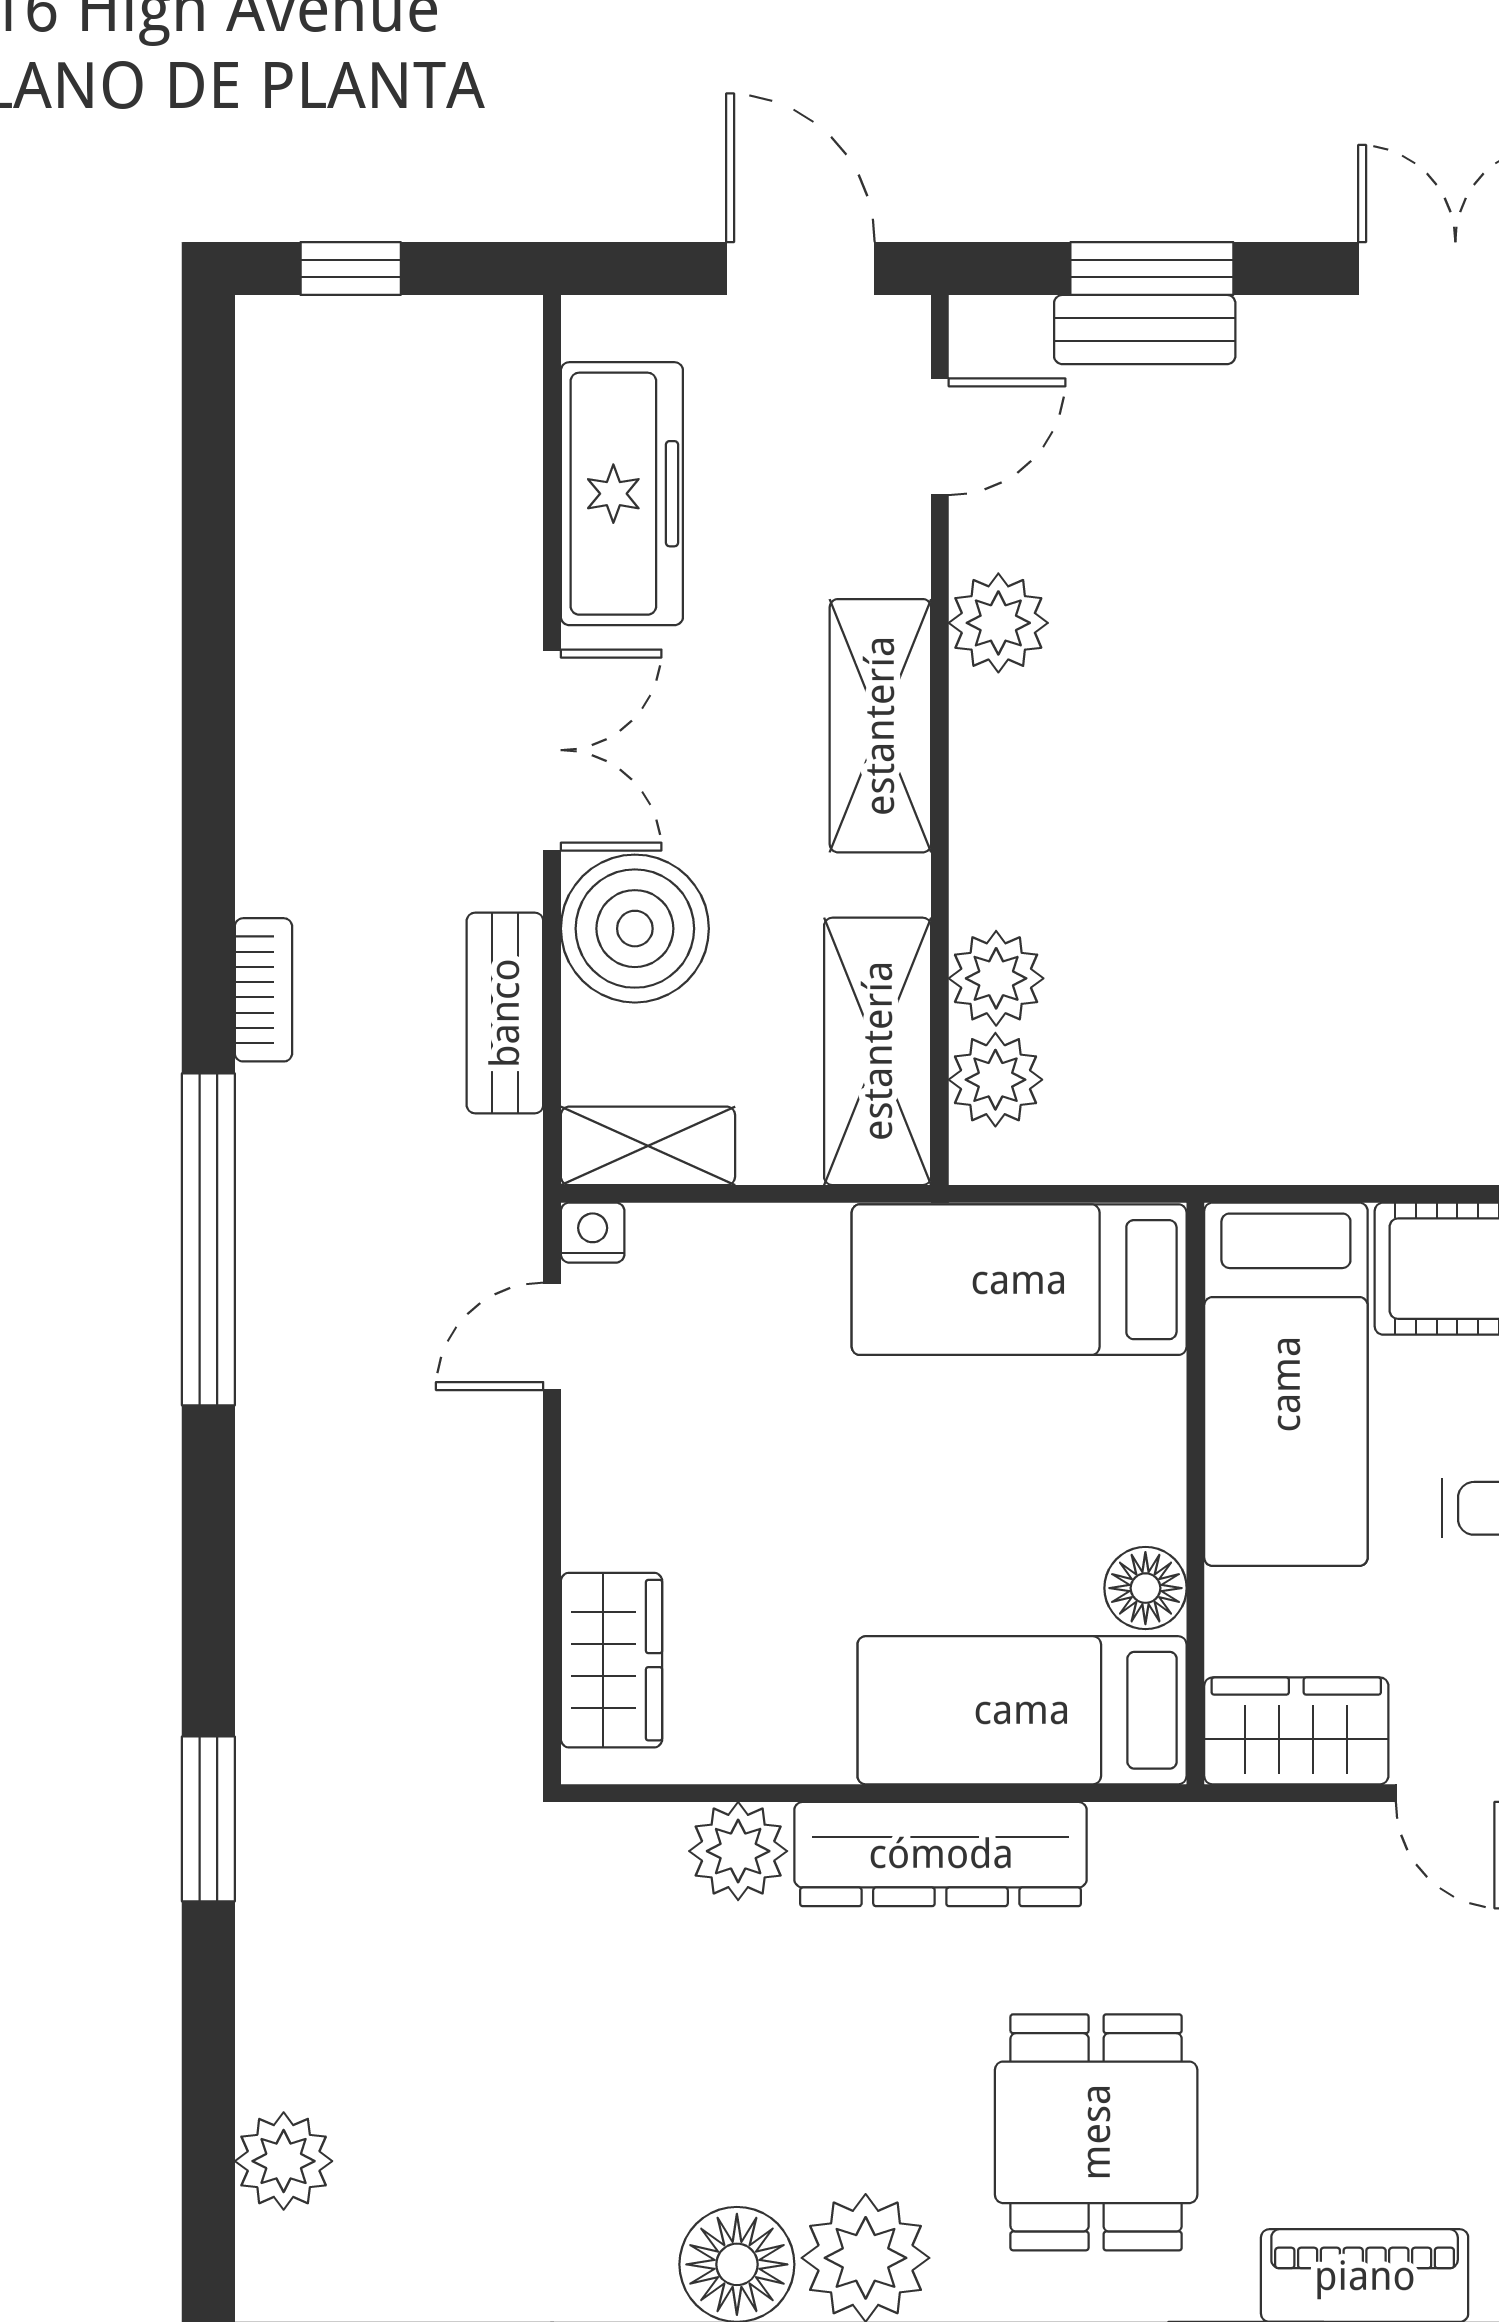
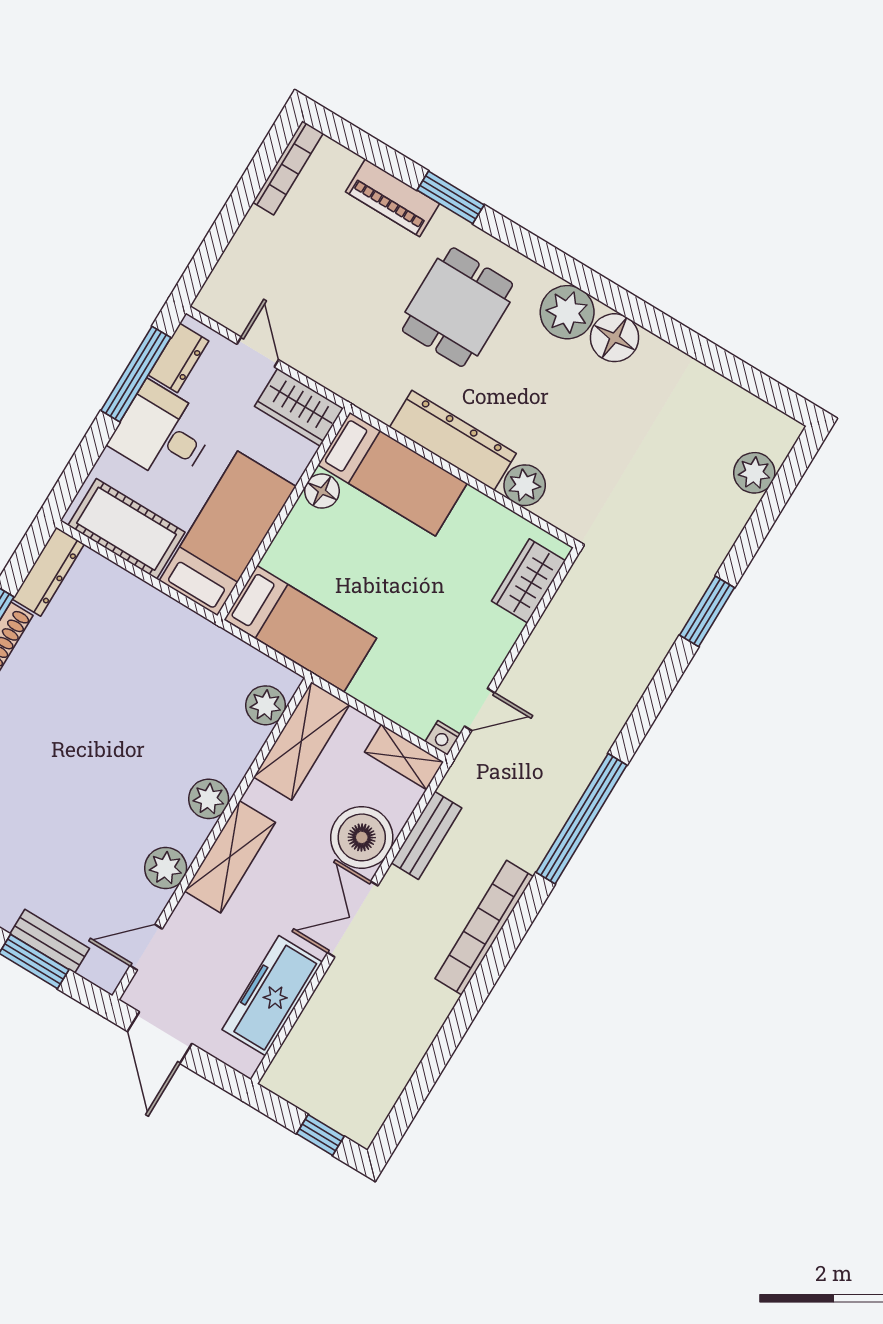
plant: (996, 978) -> (209, 799), moved
bookcase: (263, 990) -> (484, 928), width x2.31, depth x1.31

